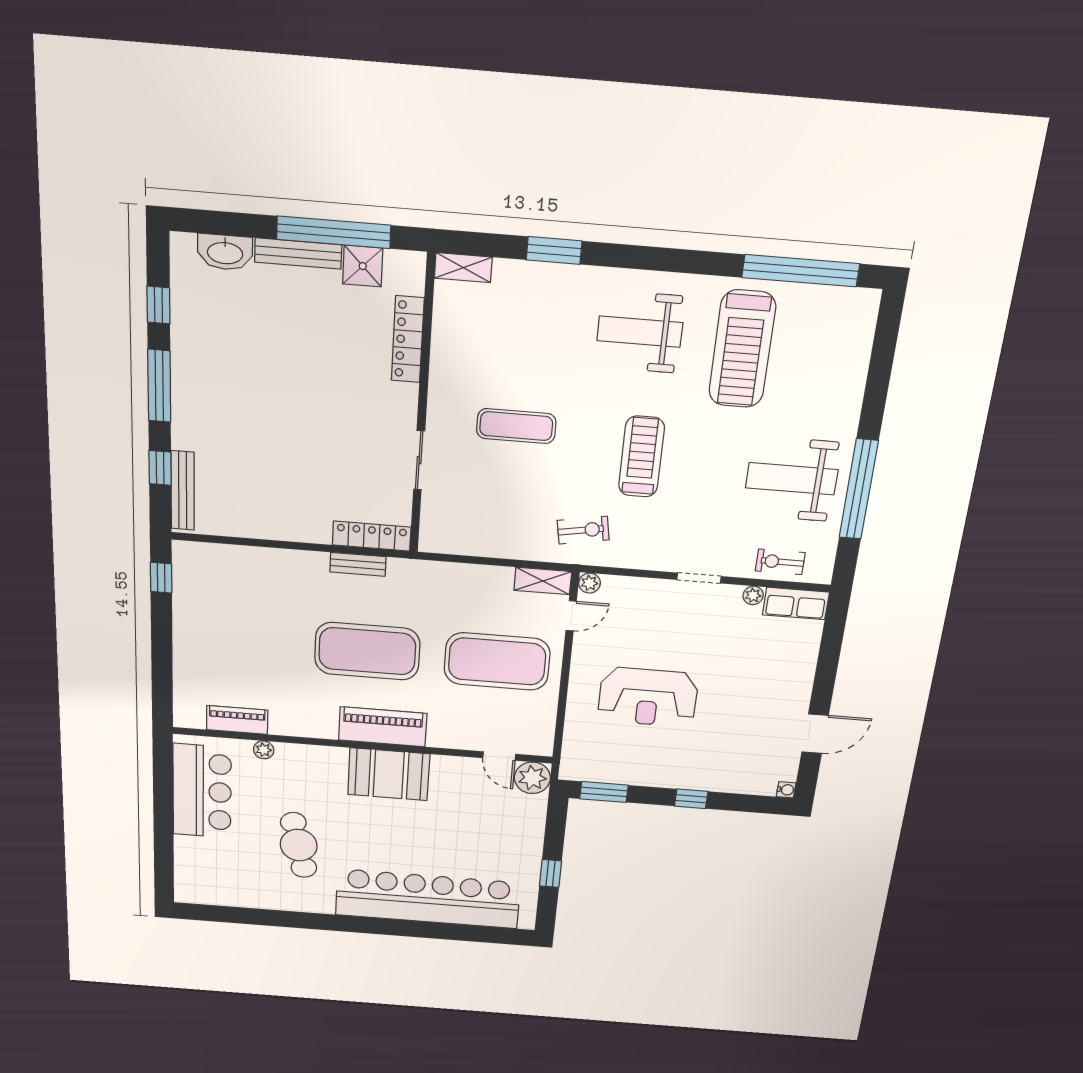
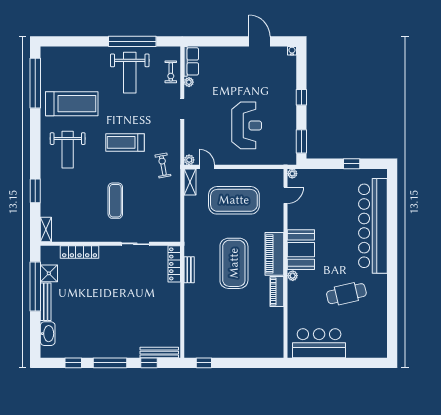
exercise mat: (497, 661) -> (234, 200), turned 90
piano: (237, 720) -> (277, 291), moved
plant: (264, 750) -> (293, 276), moved
plant: (532, 778) -> (292, 174), width x0.53, depth x0.53

